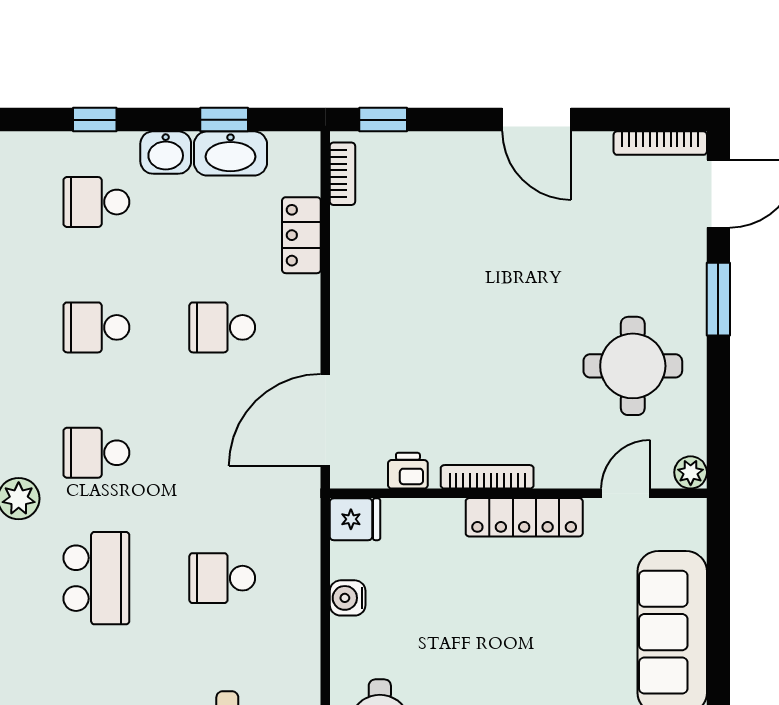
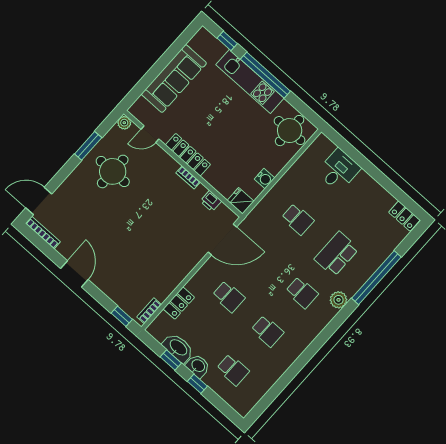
window: (95, 120) -> (197, 384), moved
window: (718, 299) -> (88, 146), moved
bookcase: (487, 477) -> (188, 177), width x0.64

